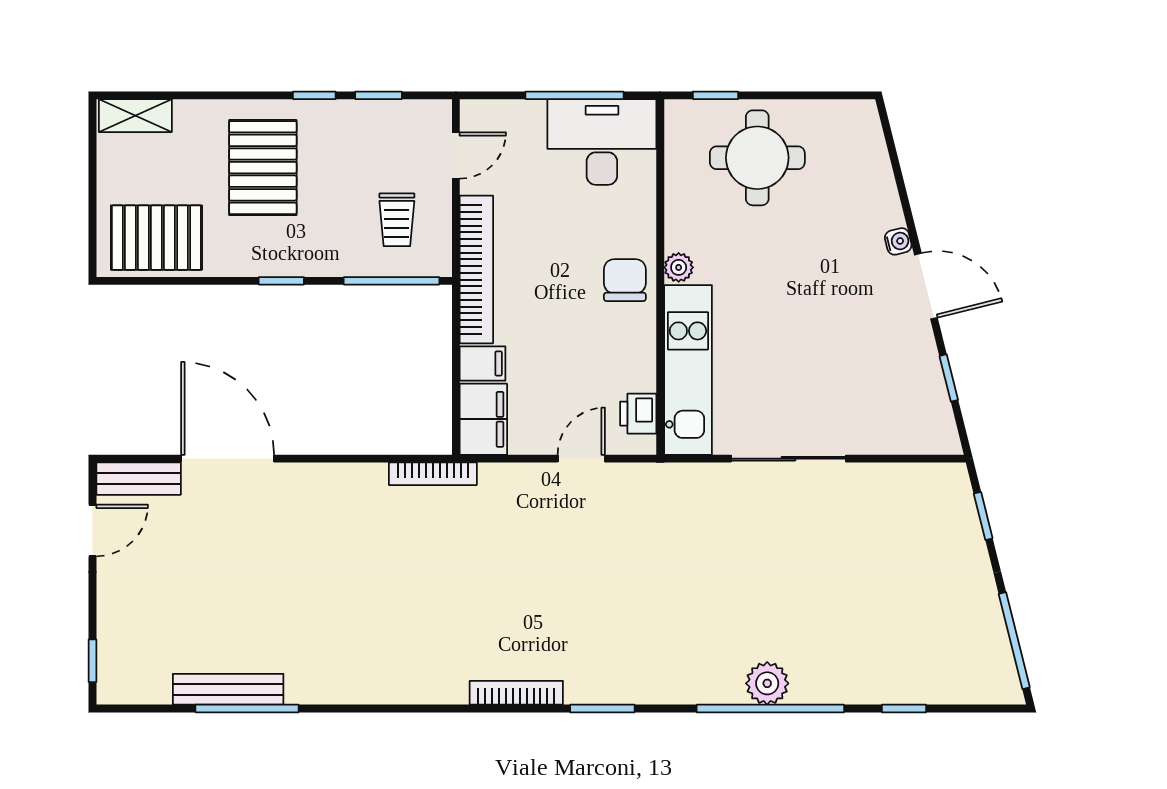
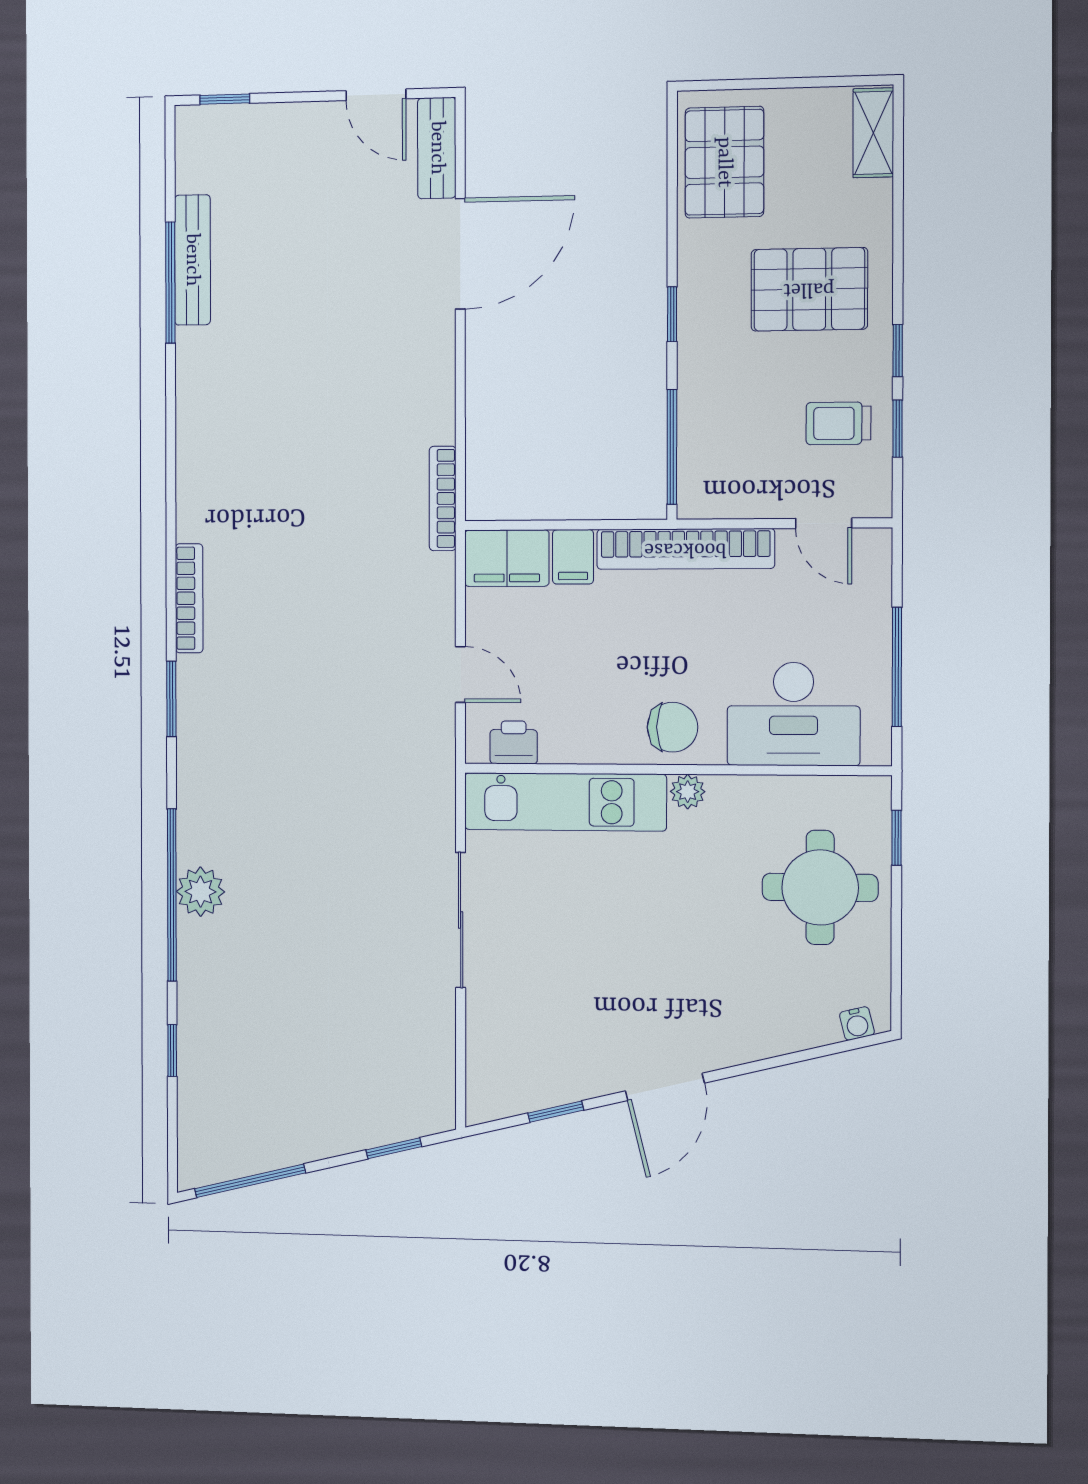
desk: (602, 142) -> (794, 714), moved, turned 90
trolley: (397, 220) -> (838, 423), moved
water cooler: (898, 241) -> (857, 1024), moved

